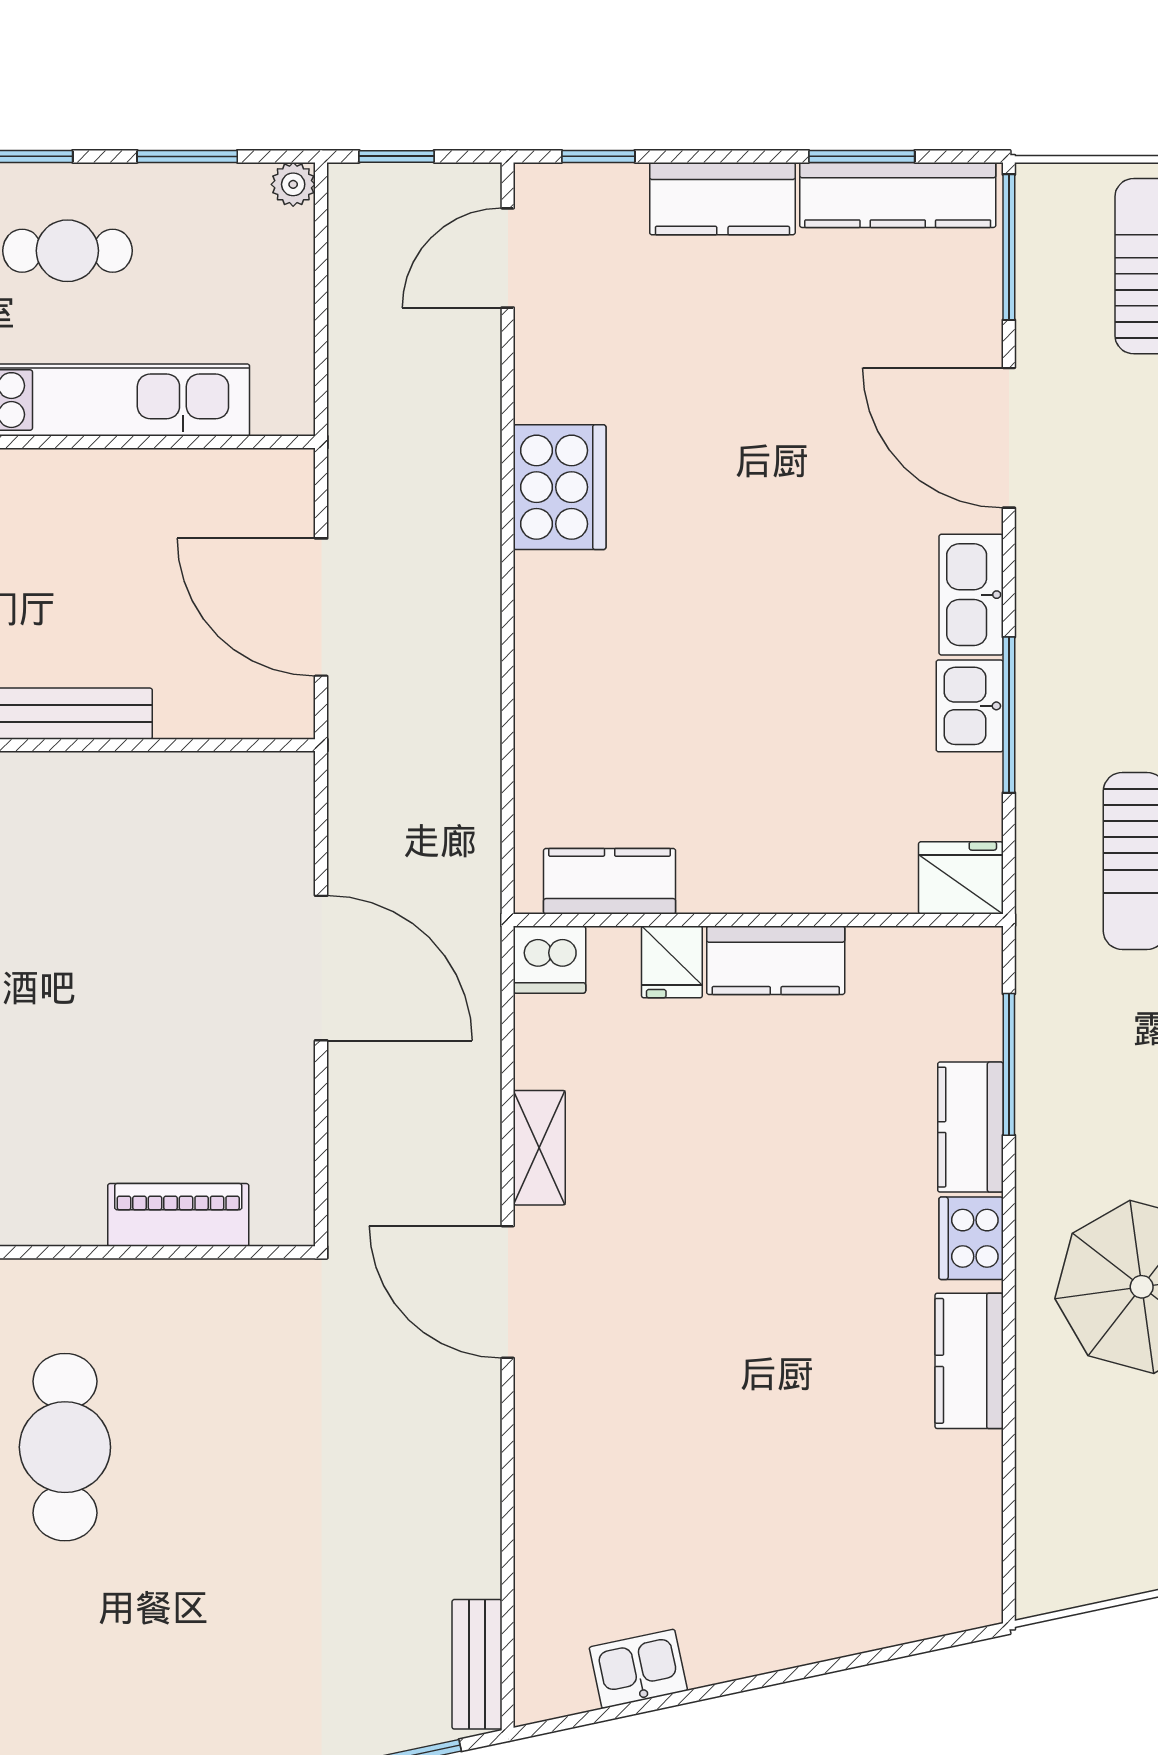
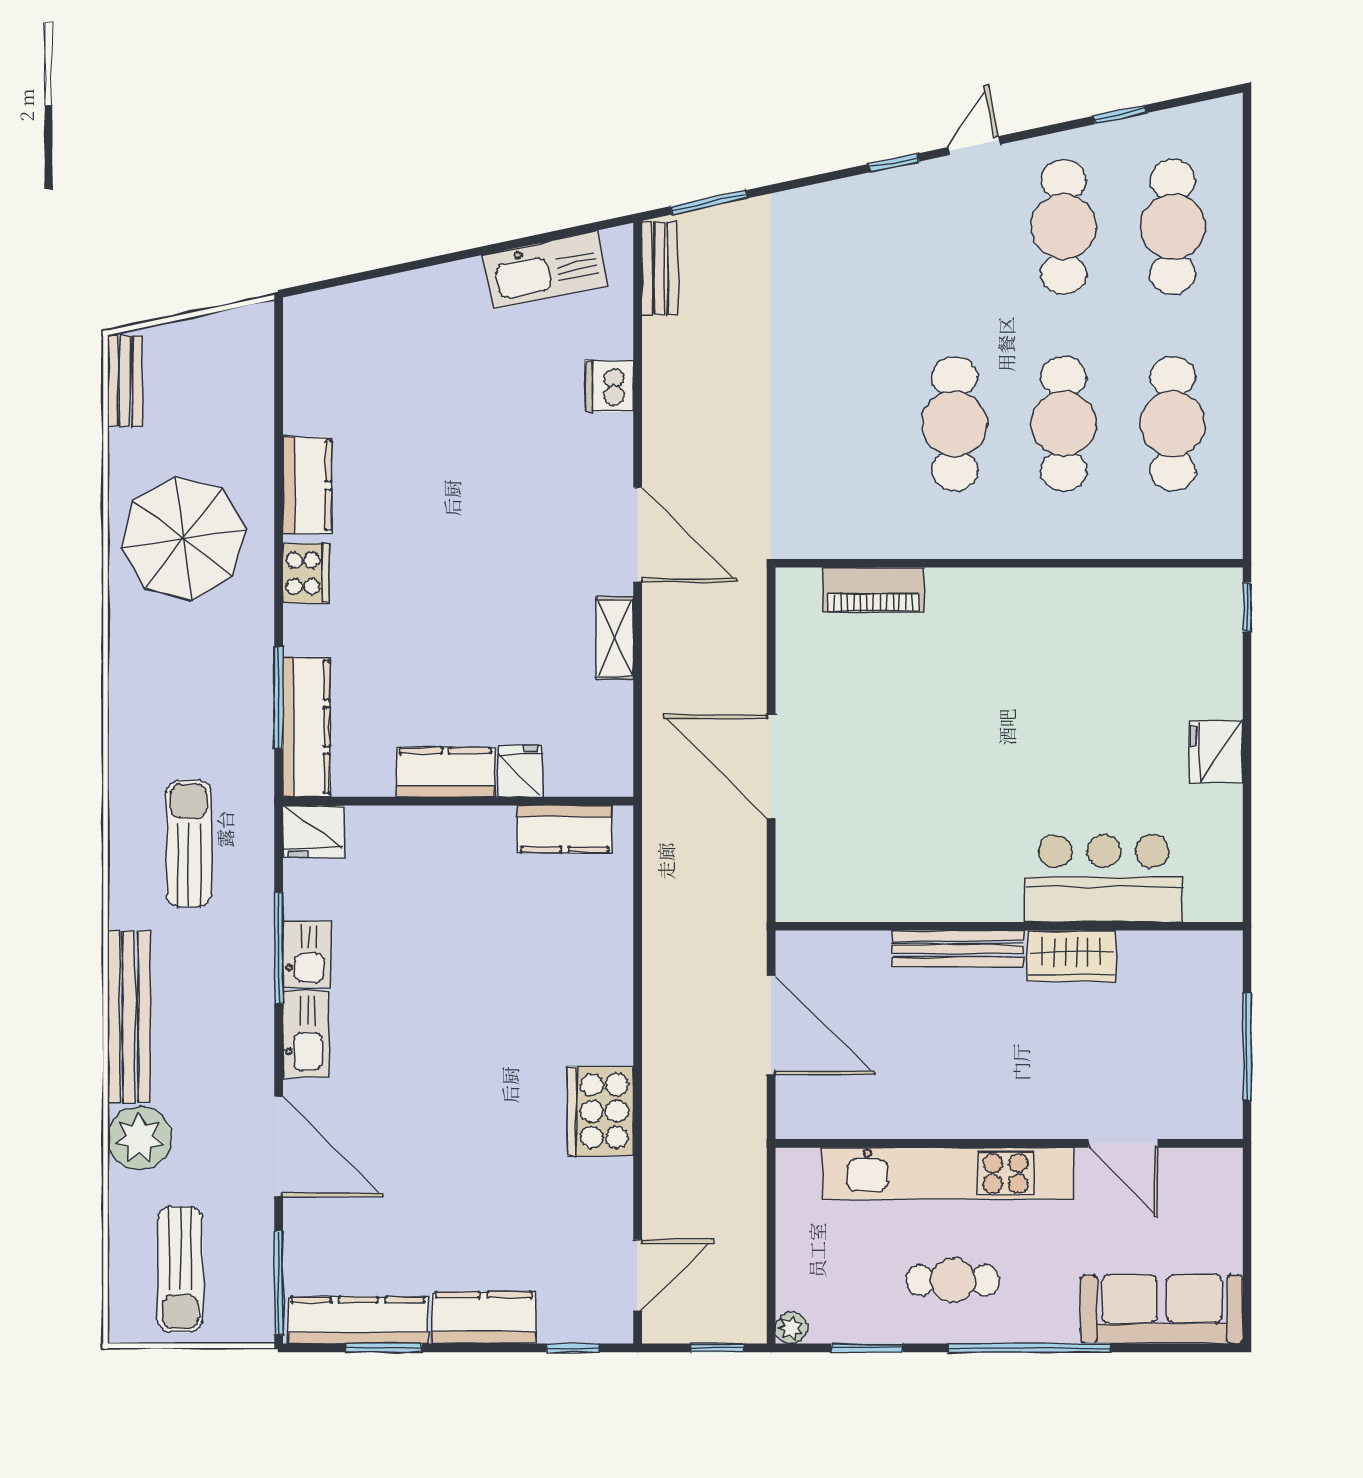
dishwasher: (549, 960) -> (609, 386), moved, turned -90
kitchen counter: (970, 1127) -> (306, 727), moved, width x1.50
kitchen sink: (638, 1669) -> (545, 270), width x1.88, depth x1.24

